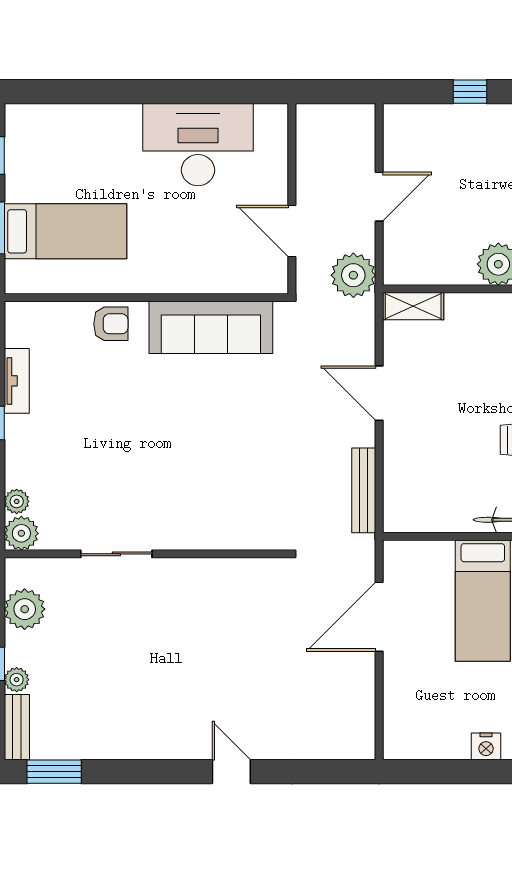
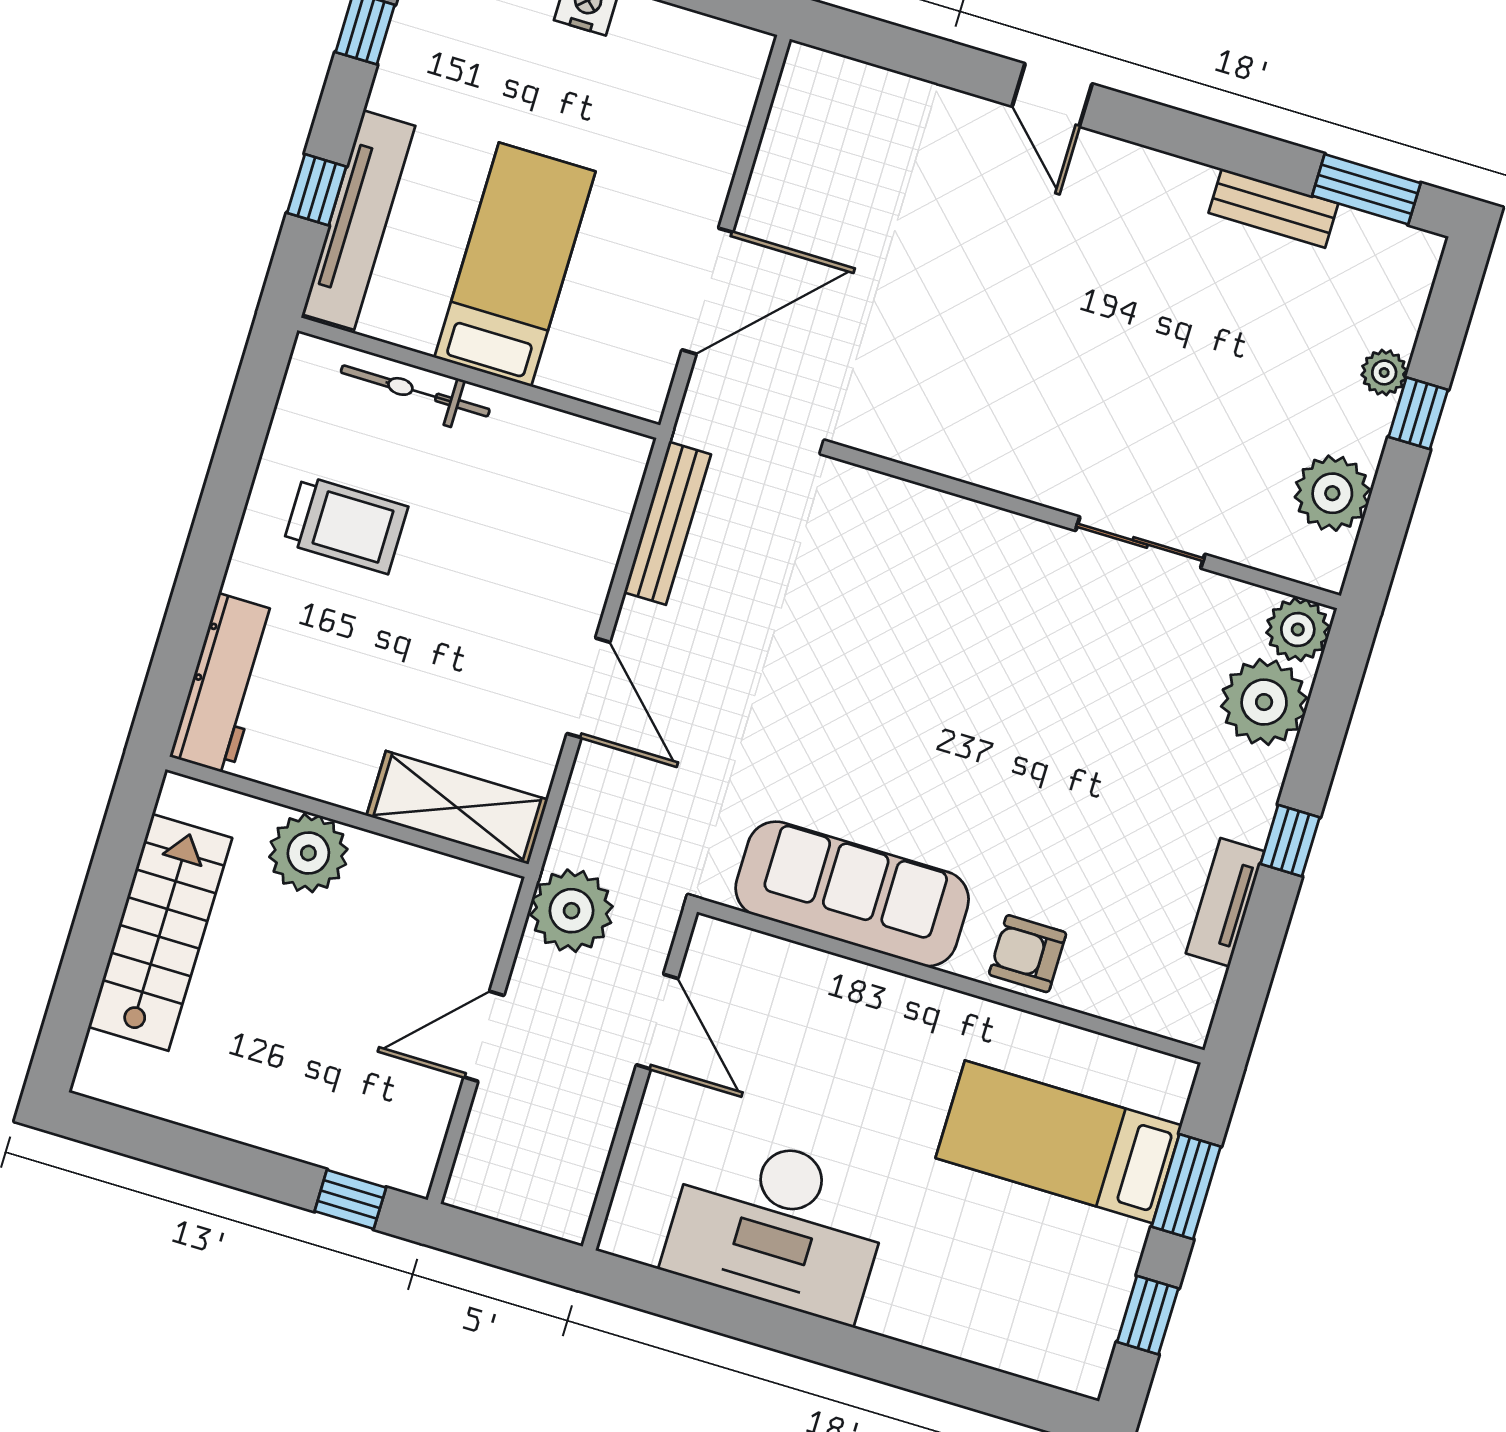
window: (470, 92) -> (350, 1199), moved
shelving: (413, 306) -> (457, 808), width x1.50, depth x1.33
plant: (17, 501) -> (1264, 702), width x1.88, depth x1.88
bench: (17, 727) -> (1273, 208), moved, turned 90

